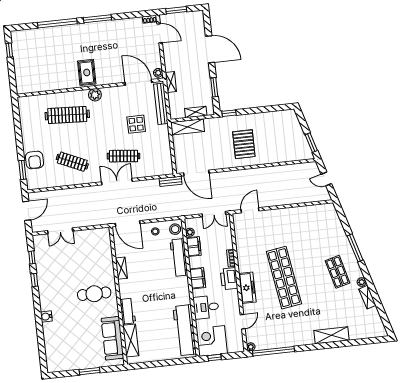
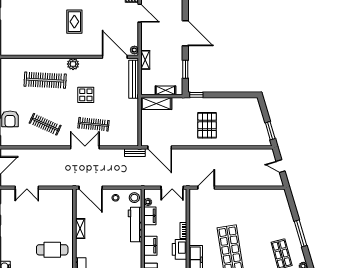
rug: (87, 72) -> (74, 22), moved
display table: (136, 124) -> (86, 95), moved

